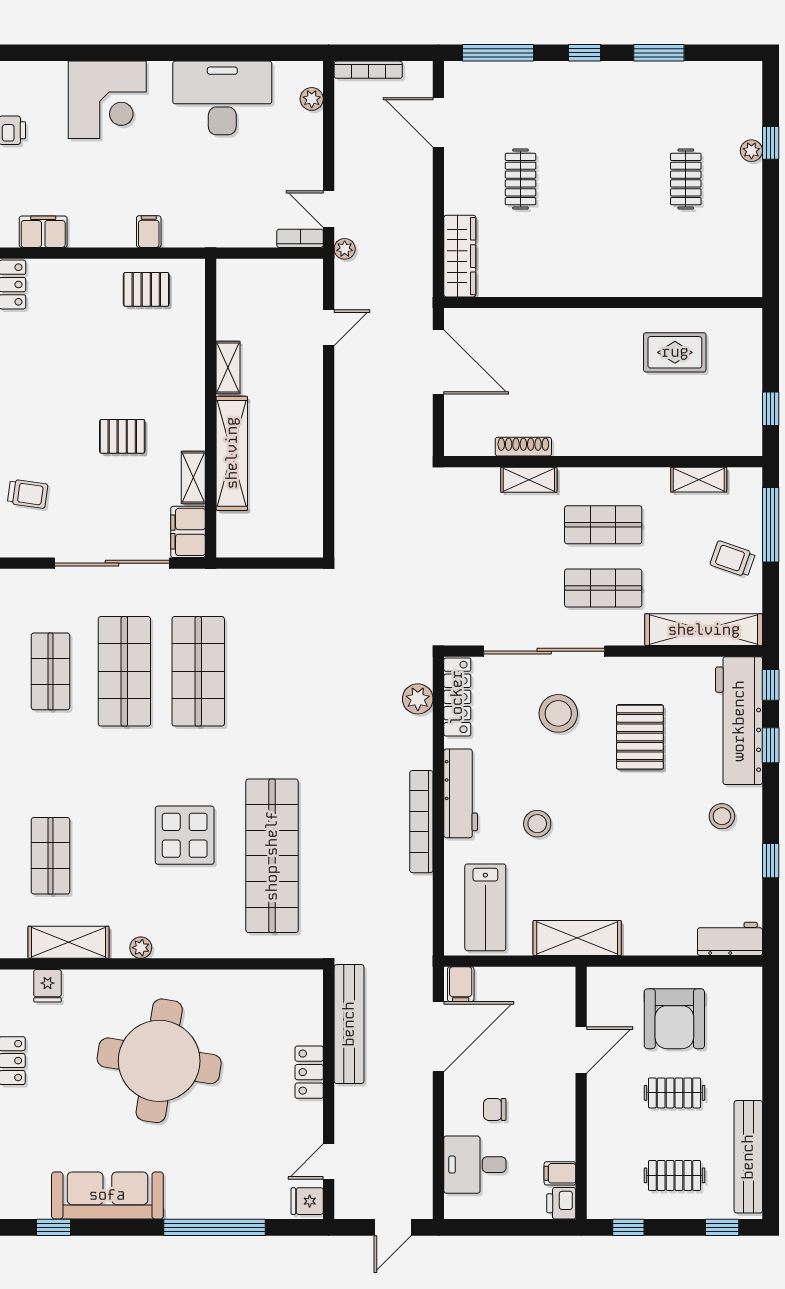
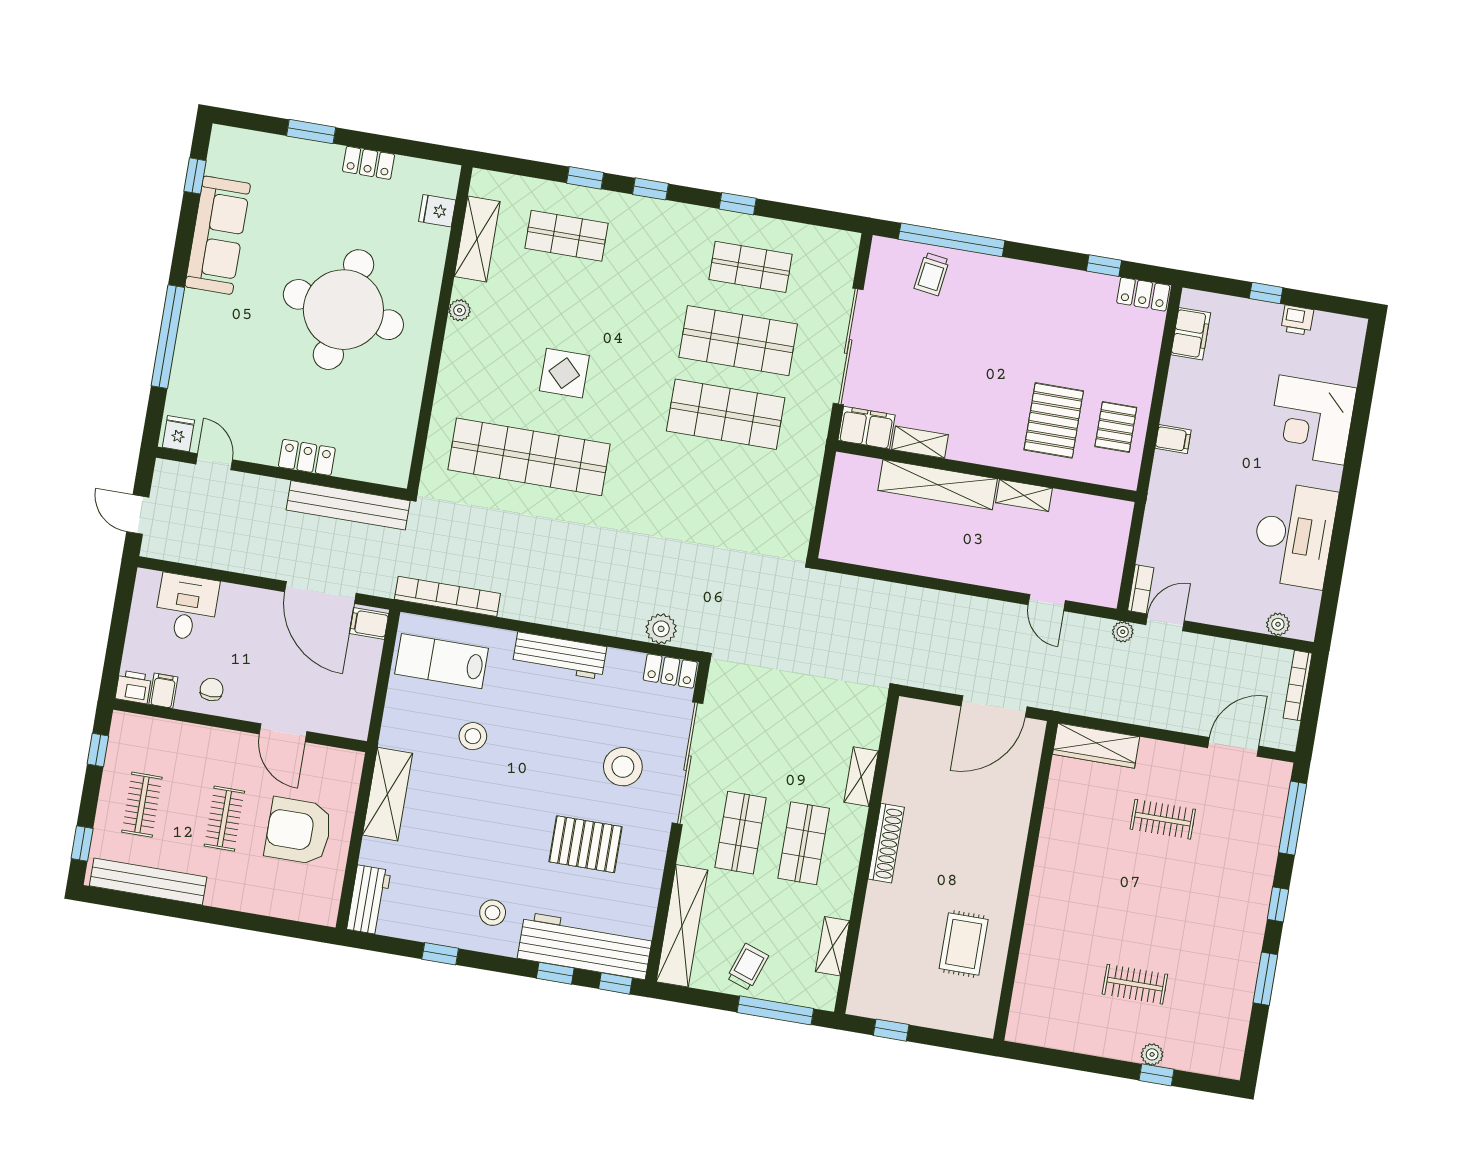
pallet: (122, 436) -> (1054, 420), moved, width x1.50, depth x1.42
shoe rack: (523, 447) -> (886, 843), moved, width x1.36, depth x1.24
locker: (457, 697) -> (670, 671), width x0.66
bookcase: (421, 822) -> (447, 596), moved
stool: (537, 824) -> (473, 736), moved
display table: (185, 835) -> (564, 373), width x0.73, depth x0.73
shelving: (577, 938) -> (387, 794), moved
chair: (495, 1109) -> (212, 689), moved

